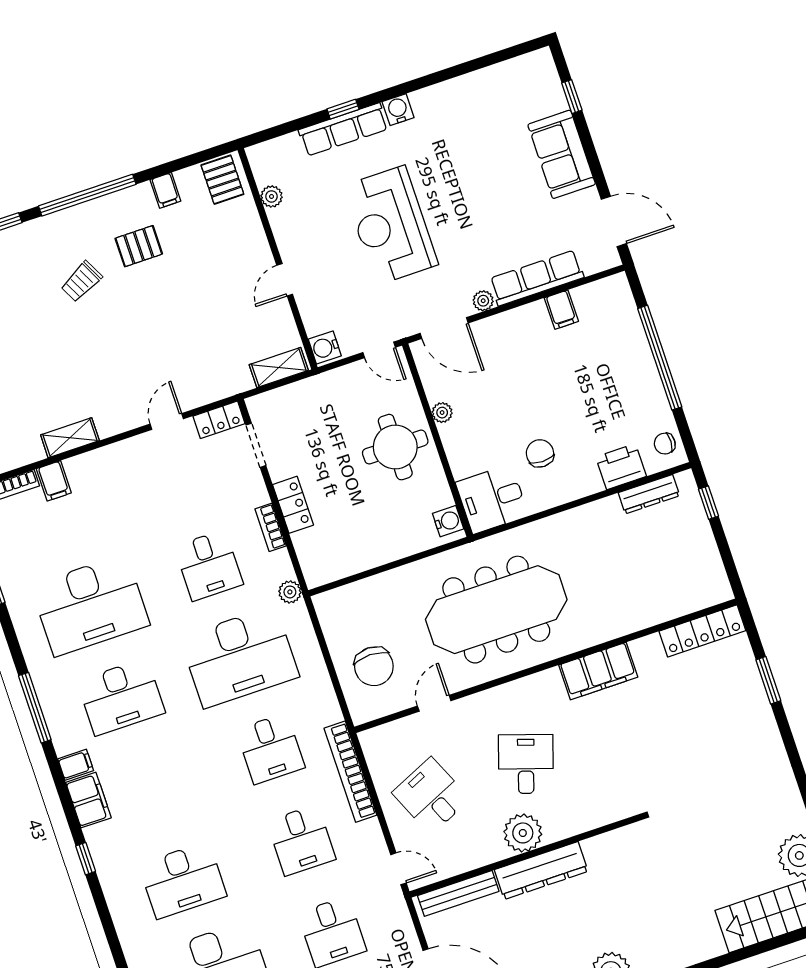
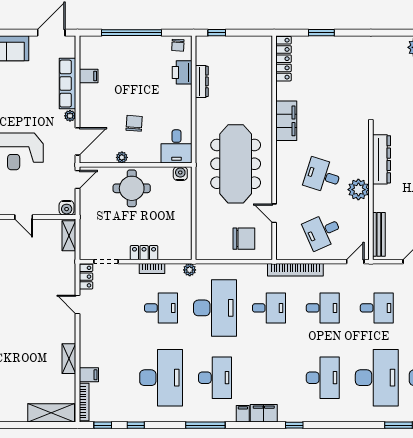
chair: (540, 453) -> (134, 123), moved, turned 94
dresser: (649, 494) -> (202, 81), moved
dresser: (541, 871) -> (382, 159), moved

